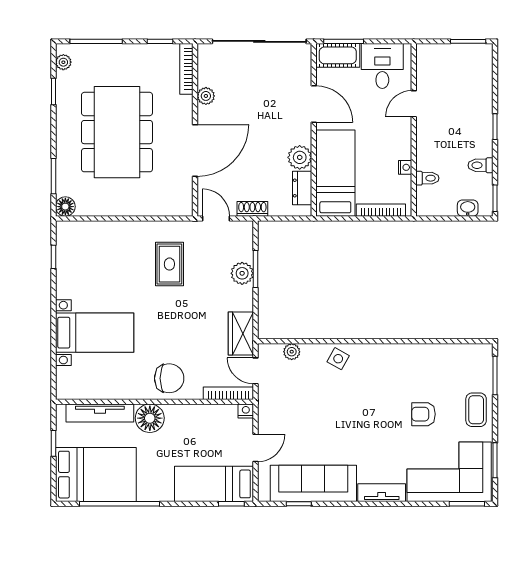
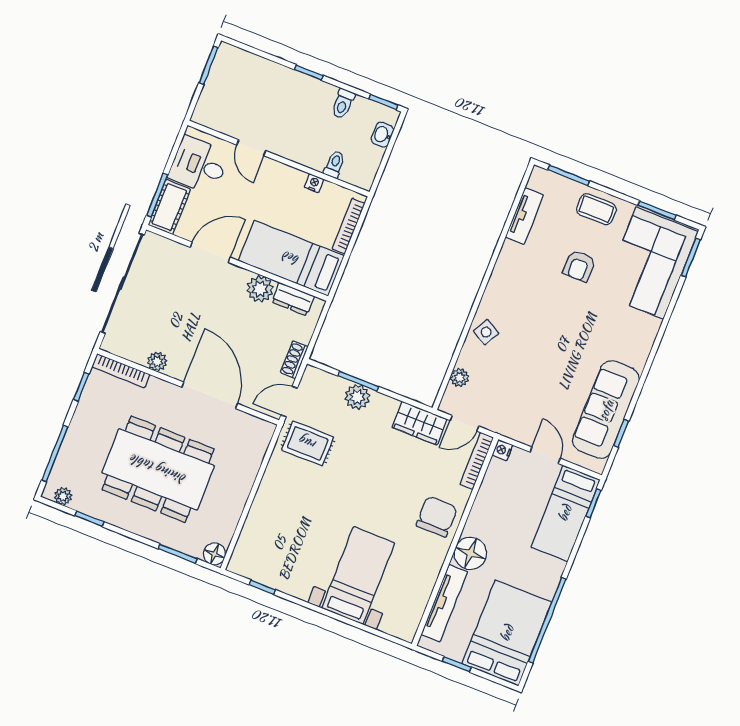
rug: (169, 264) -> (308, 443), moved
tv unit: (382, 493) -> (524, 216), moved, turned 180

